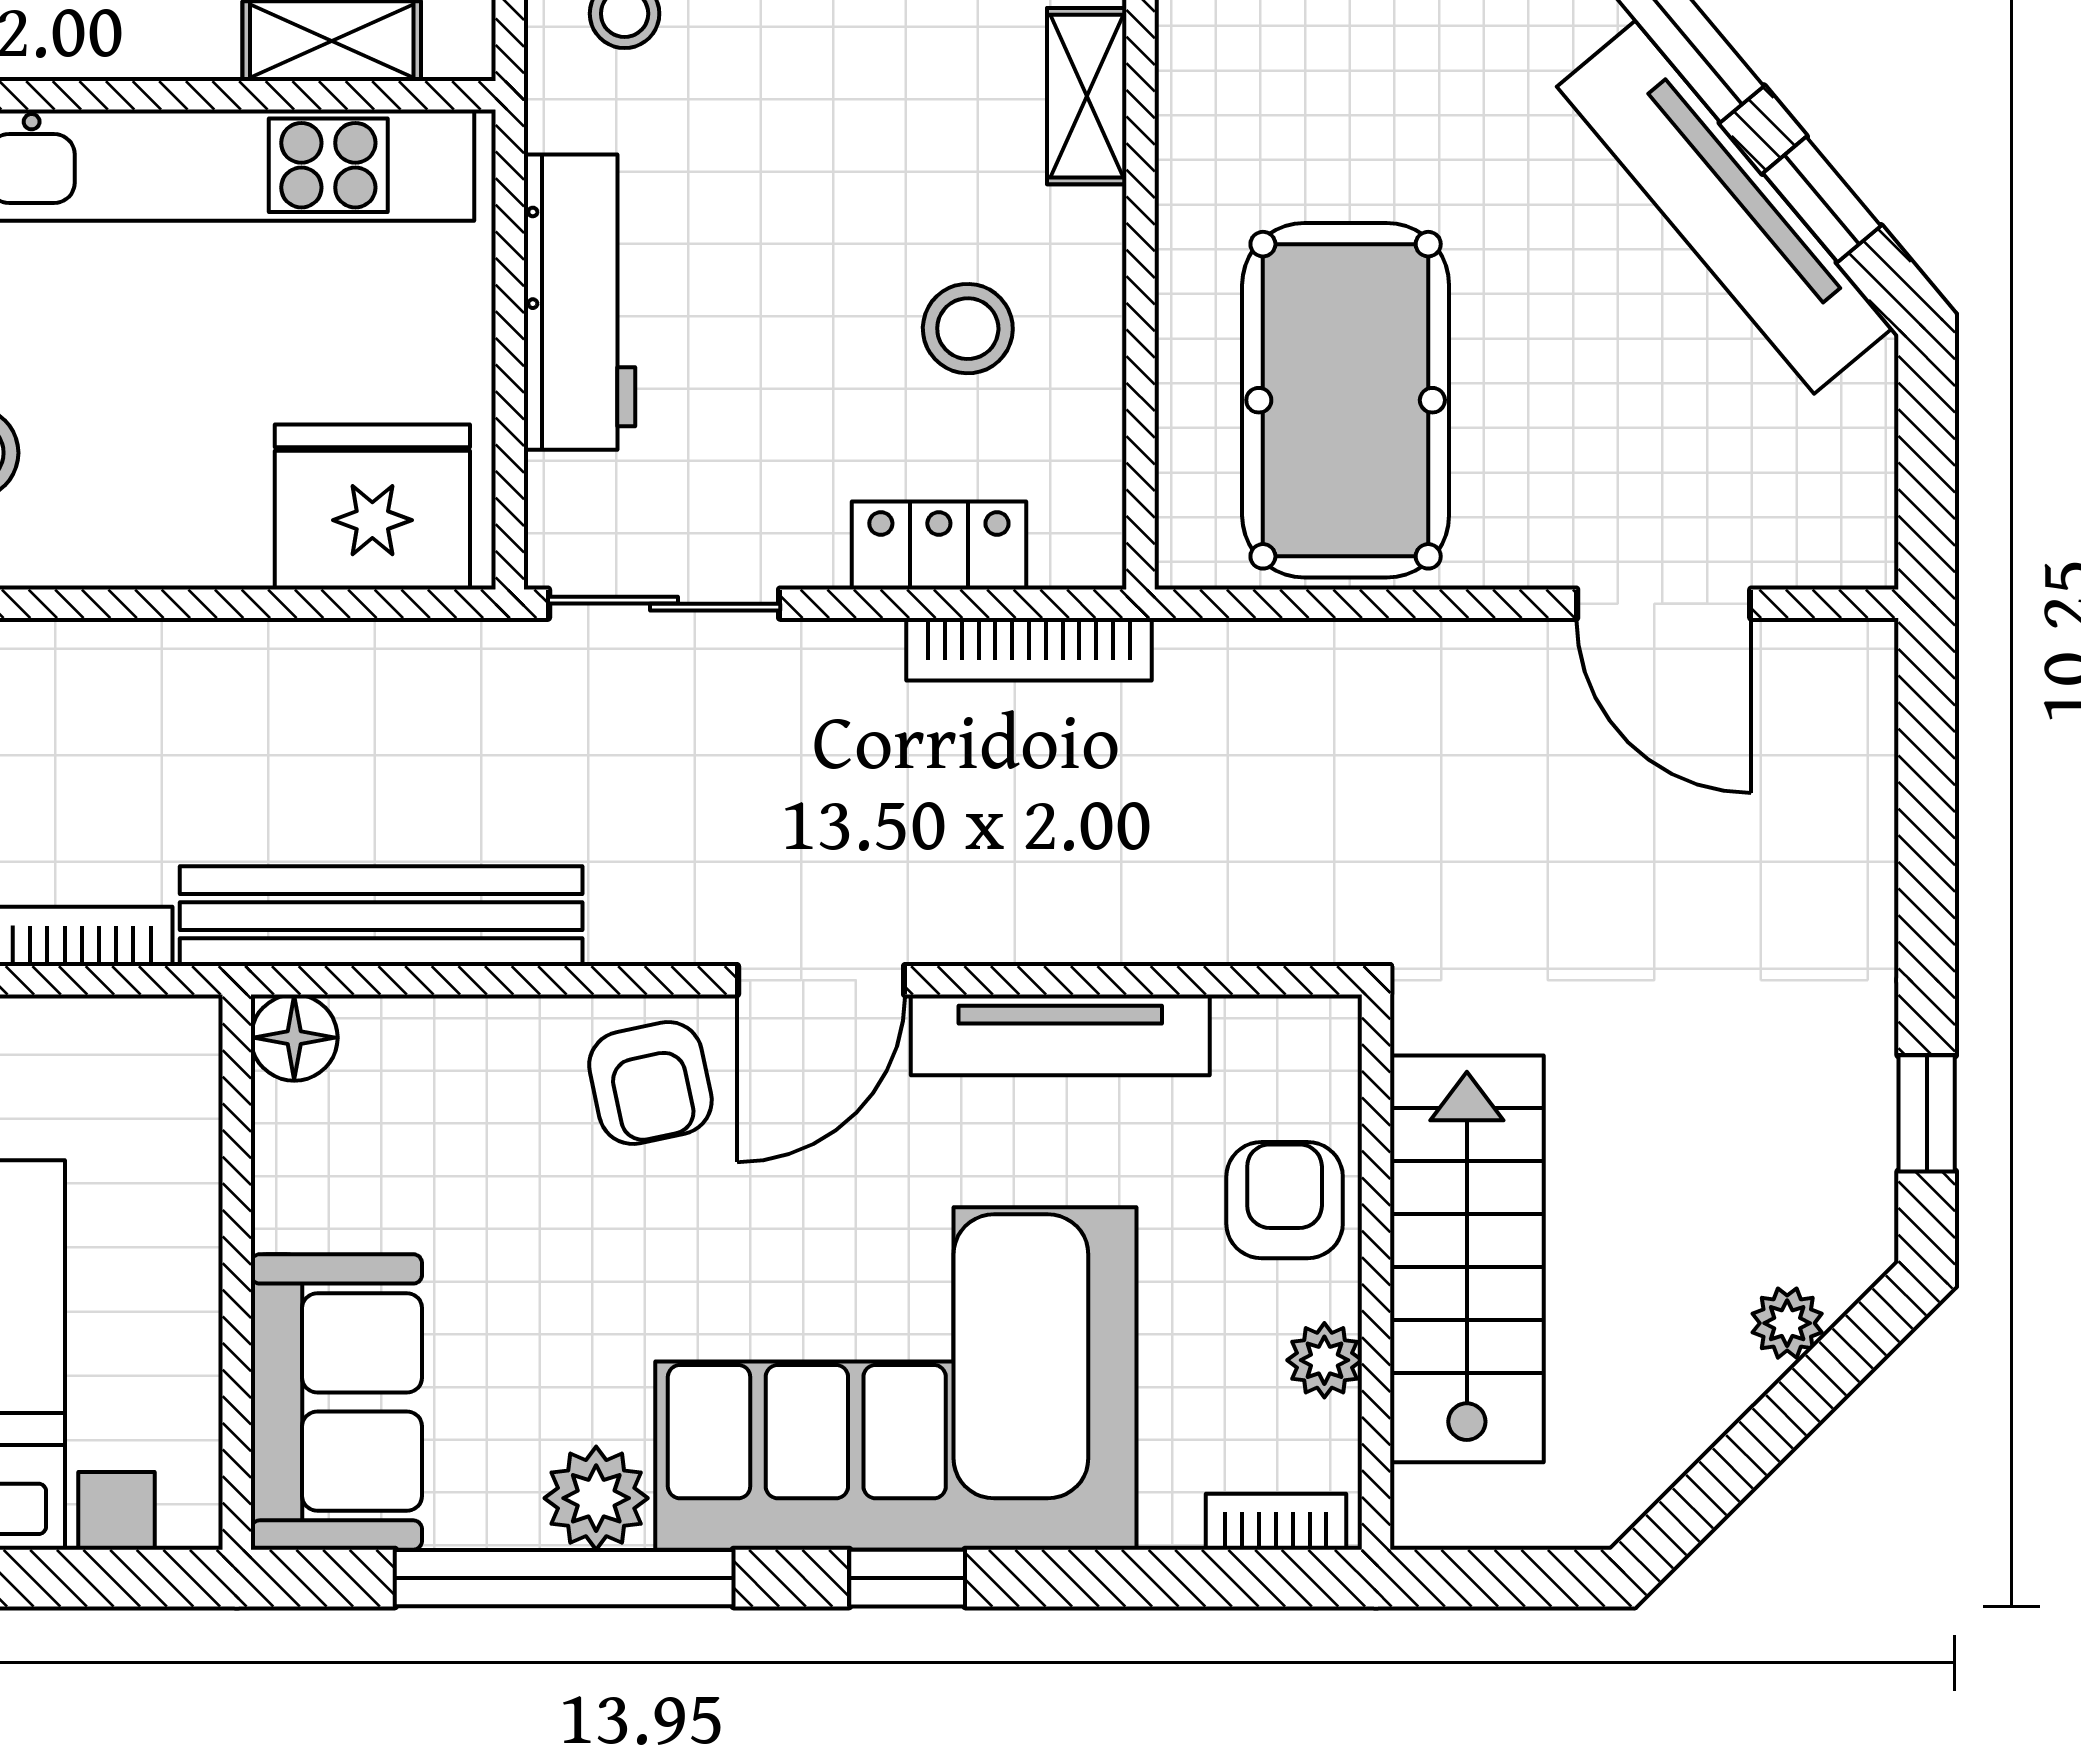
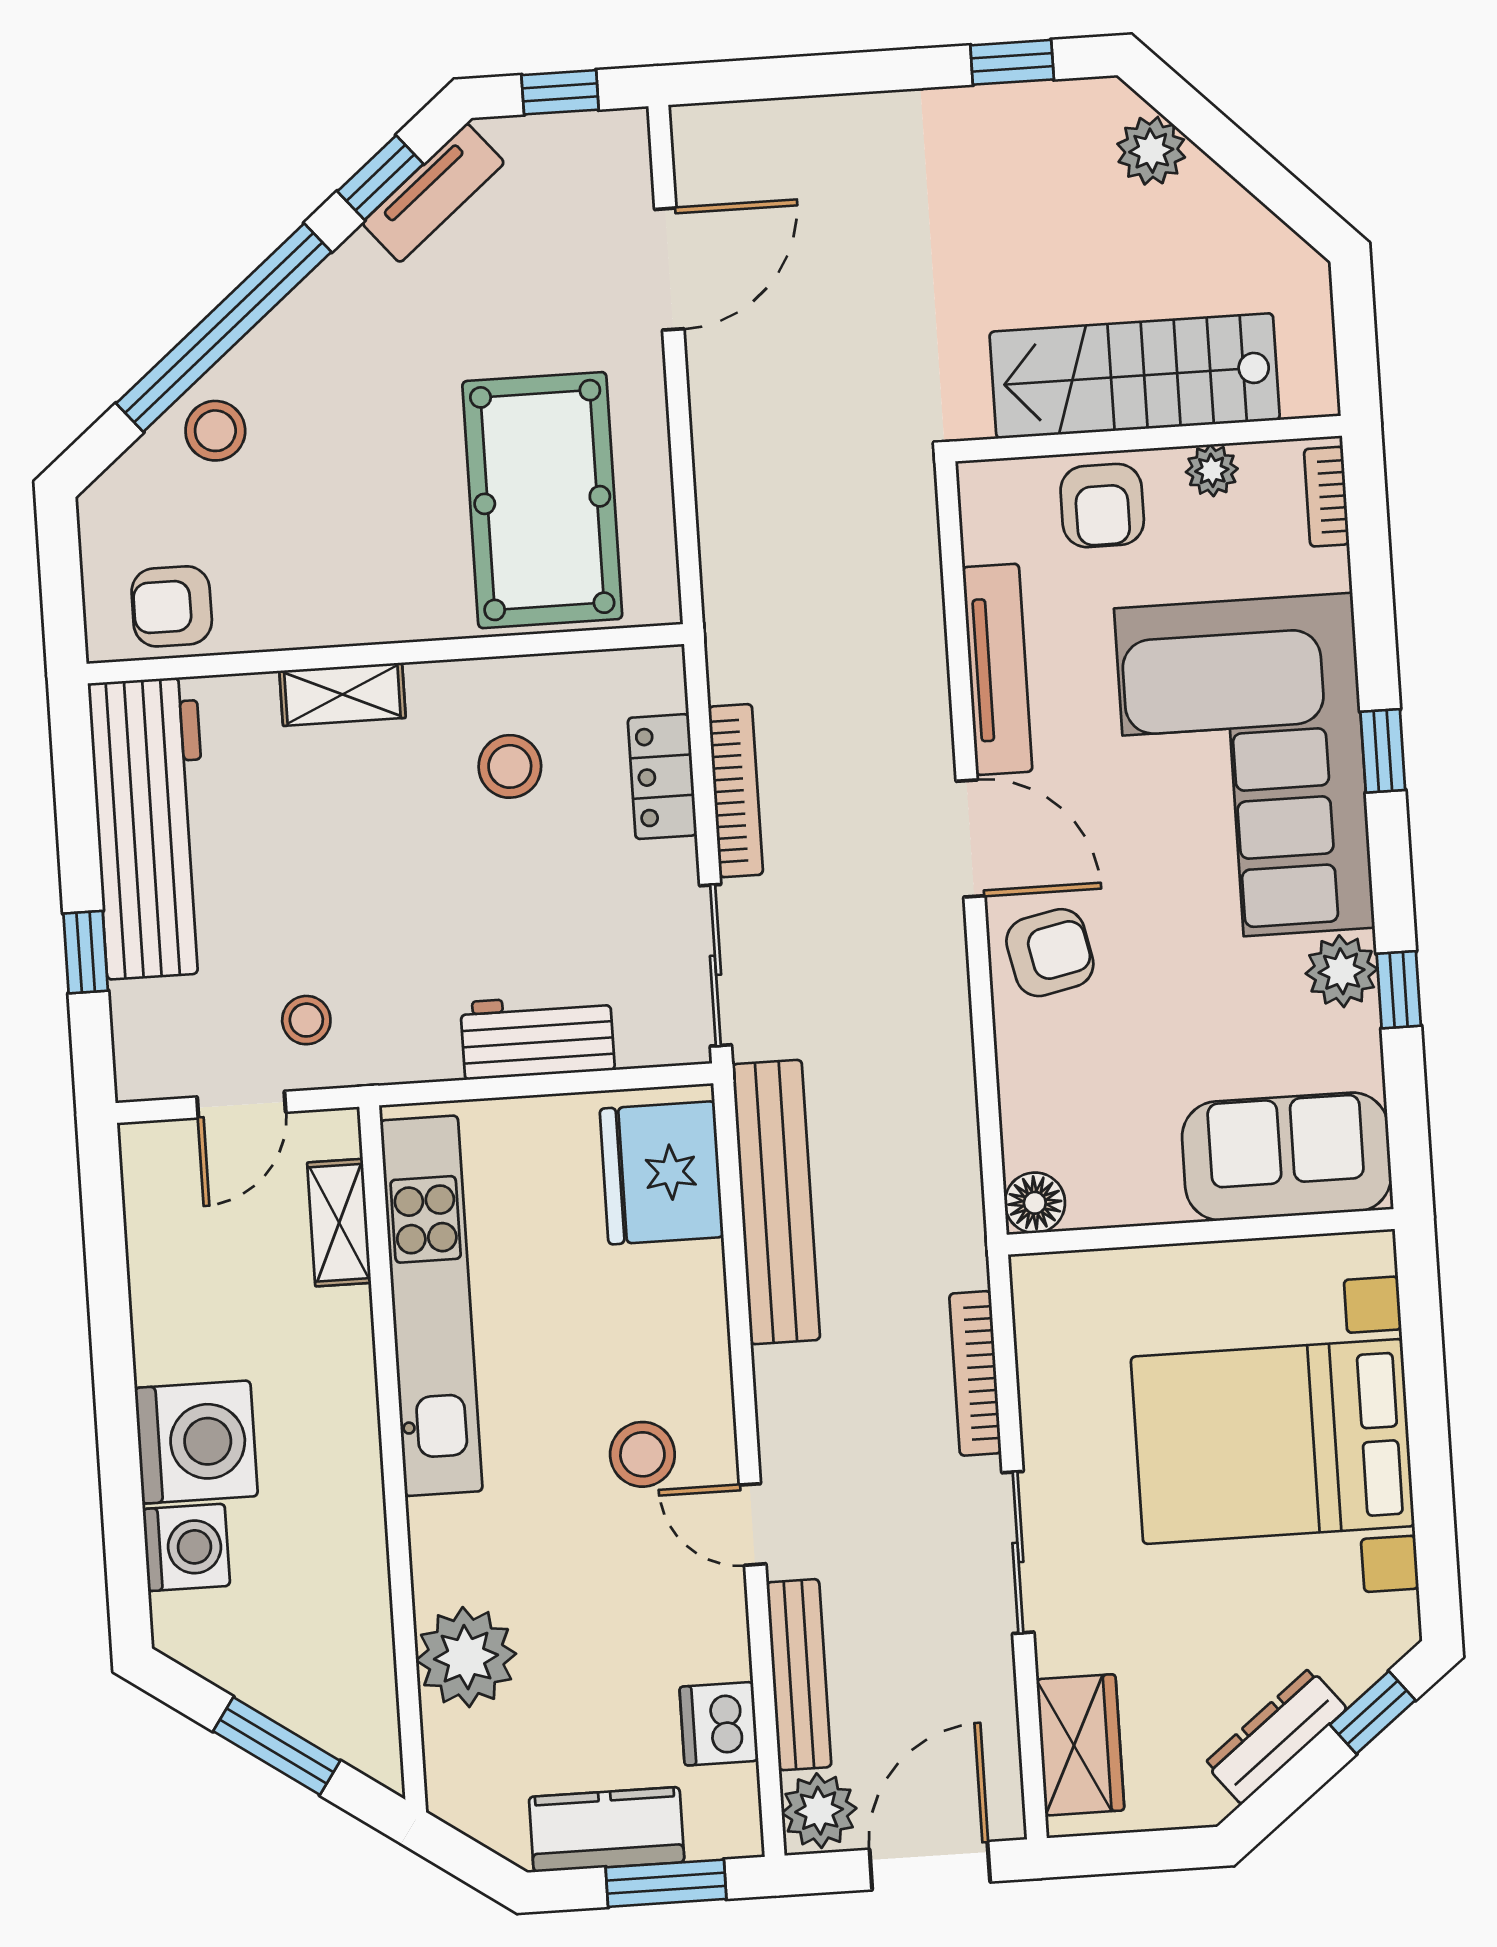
tv unit: (1725, 207) -> (433, 193), width x0.52, depth x0.78
workbench: (580, 302) -> (537, 1036), width x0.73
pool table: (1346, 400) -> (542, 500), turned 90
window: (1927, 464) -> (560, 92), added
bookcase: (1029, 649) -> (736, 791), moved
bench: (381, 916) -> (776, 1202), moved
armchair: (1285, 1200) -> (1102, 506), turned -90
plant: (1787, 1323) -> (1151, 151), width x1.38, depth x1.38
window: (564, 1578) -> (1399, 990), width x0.32

